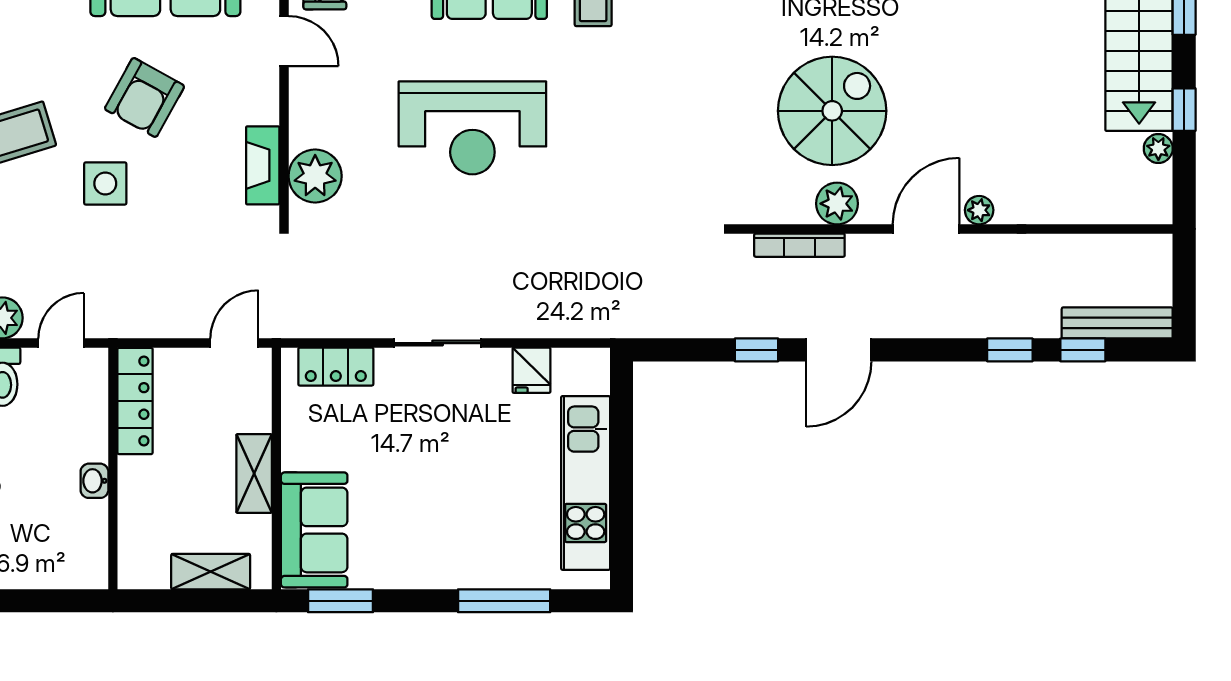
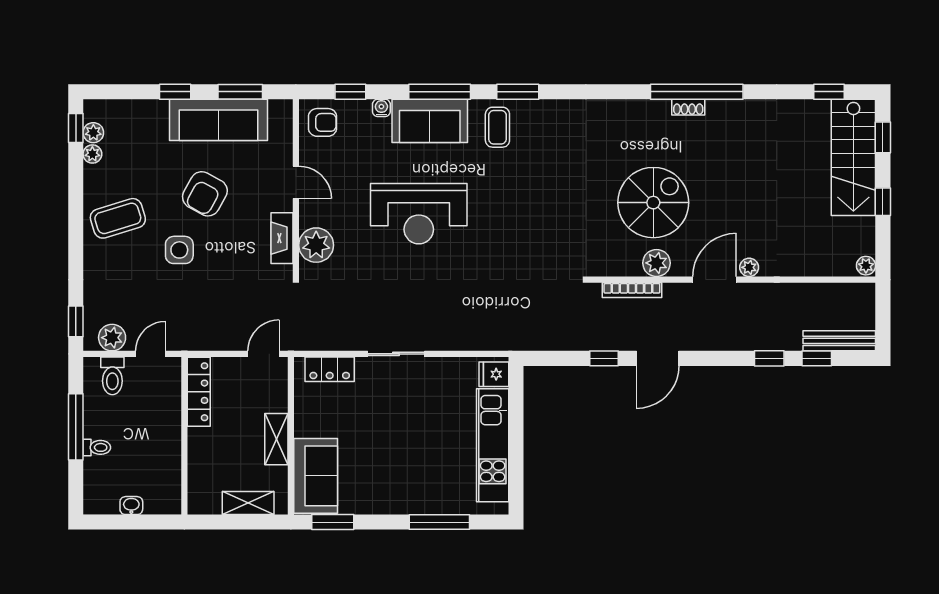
door: (284, 41) -> (296, 182), moved
plant: (1158, 148) -> (866, 266), moved
fridge: (531, 370) -> (494, 374), moved, turned 90
washbasin: (94, 481) -> (131, 506), moved, turned 90

